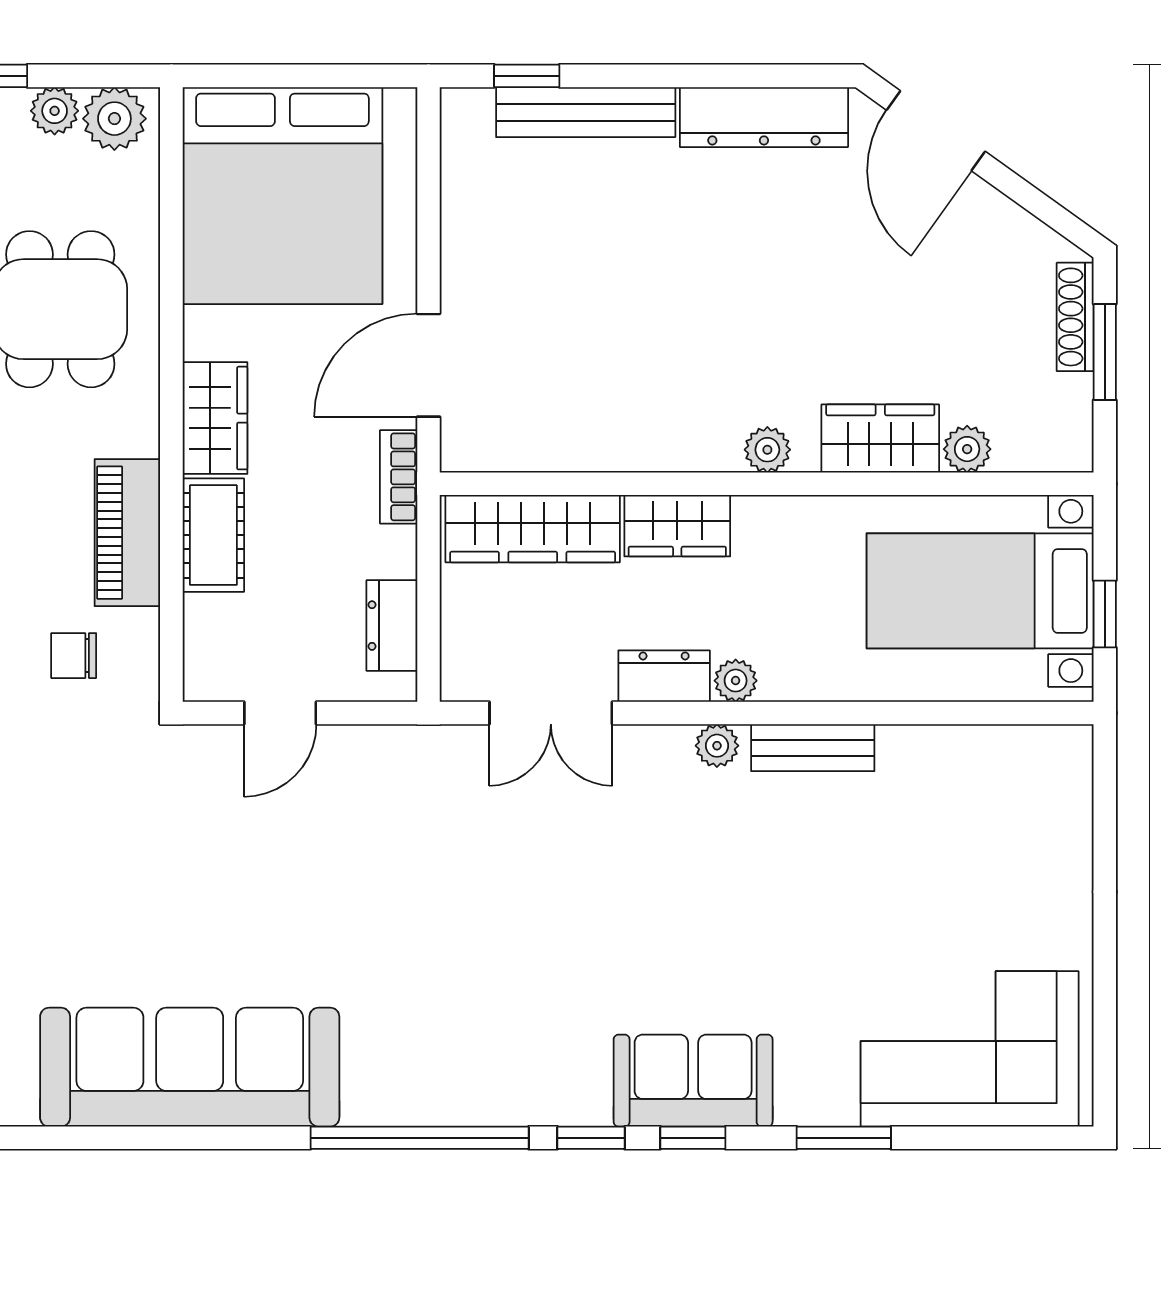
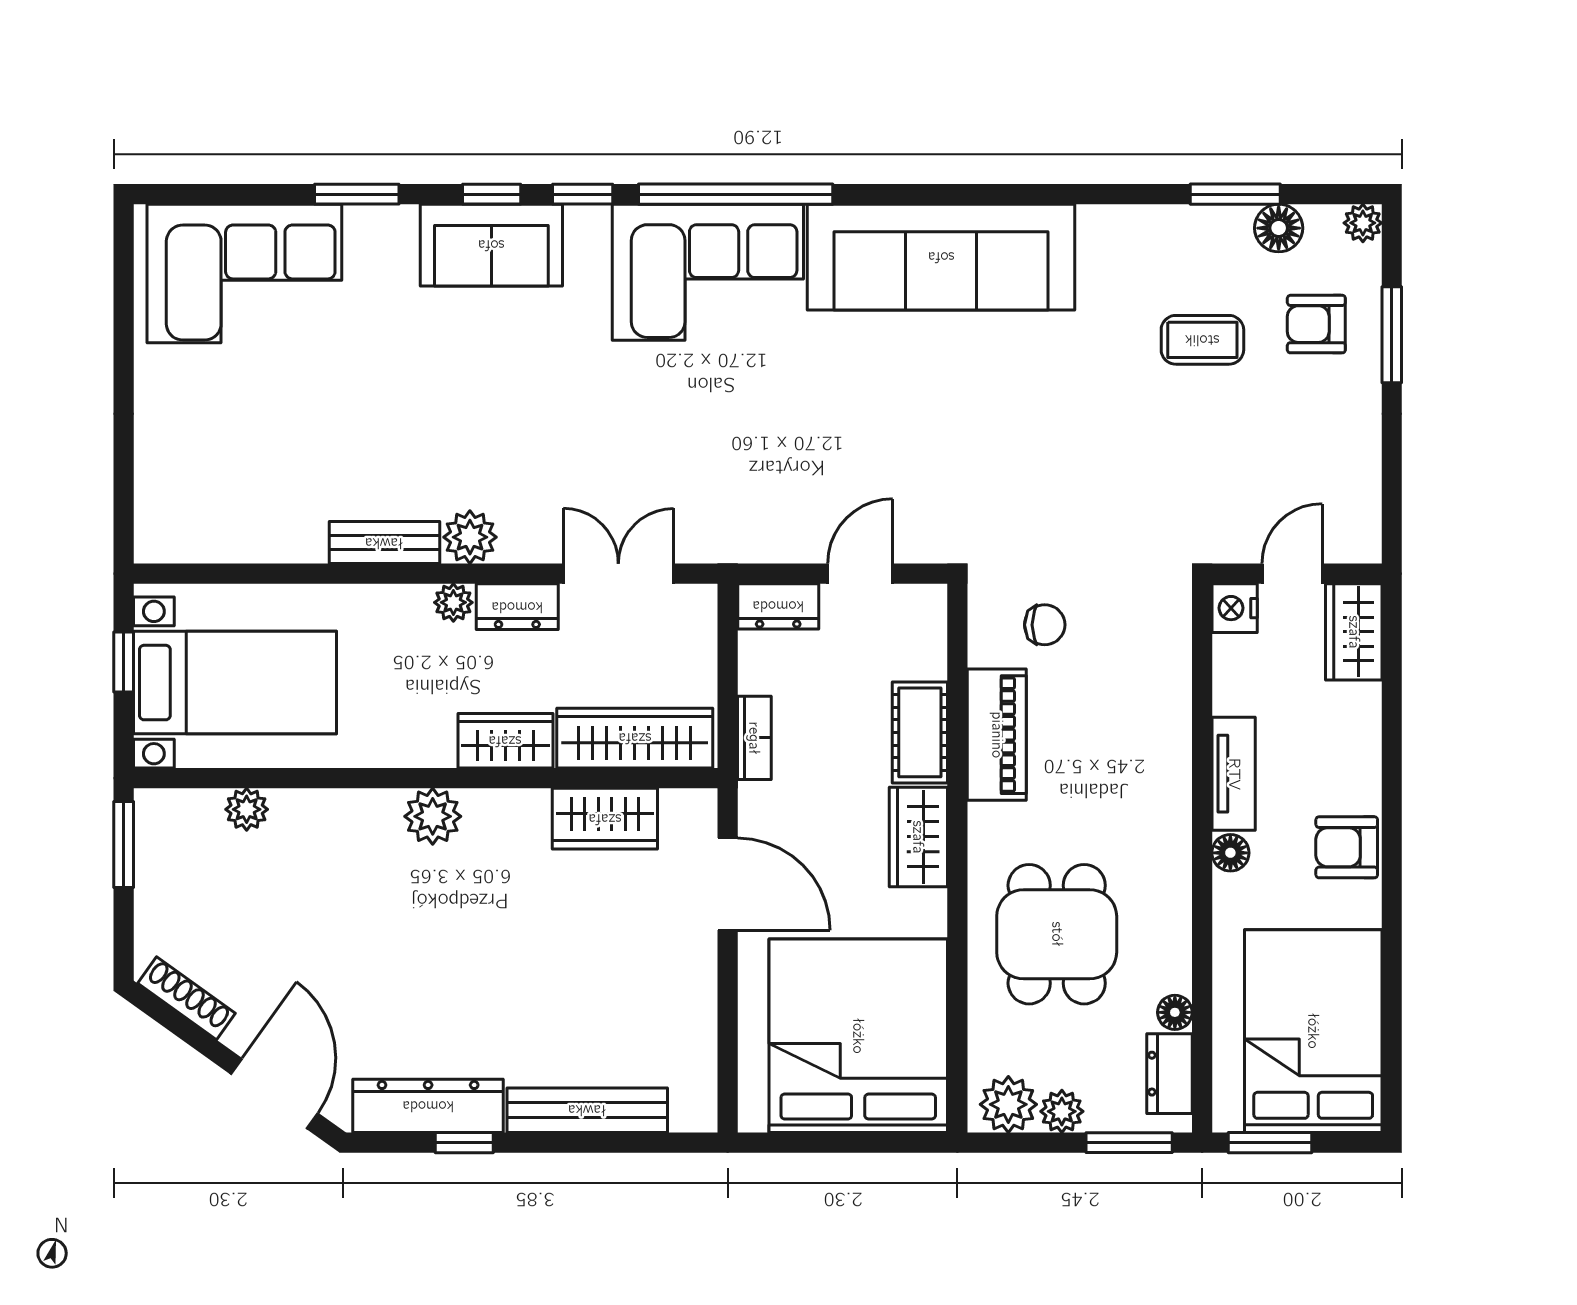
window: (527, 76) -> (464, 1143), moved
shoe rack: (1075, 317) -> (187, 998), moved, turned -54
window: (1105, 352) -> (124, 845), moved
door: (429, 365) -> (728, 884), hinge flipped
wardrobe: (880, 439) -> (605, 819), moved
plant: (767, 450) -> (433, 816), width x1.38, depth x1.38
bookcase: (399, 477) -> (754, 738), moved
dresser: (392, 626) -> (778, 606), moved, turned 90
plant: (717, 746) -> (470, 537), width x1.38, depth x1.38
corner sofa: (451, 1050) -> (708, 272), added

